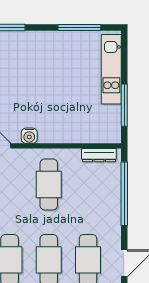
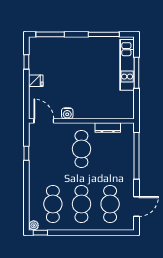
window: (124, 105) -> (137, 73), moved
dresser: (99, 155) -> (108, 127), moved

